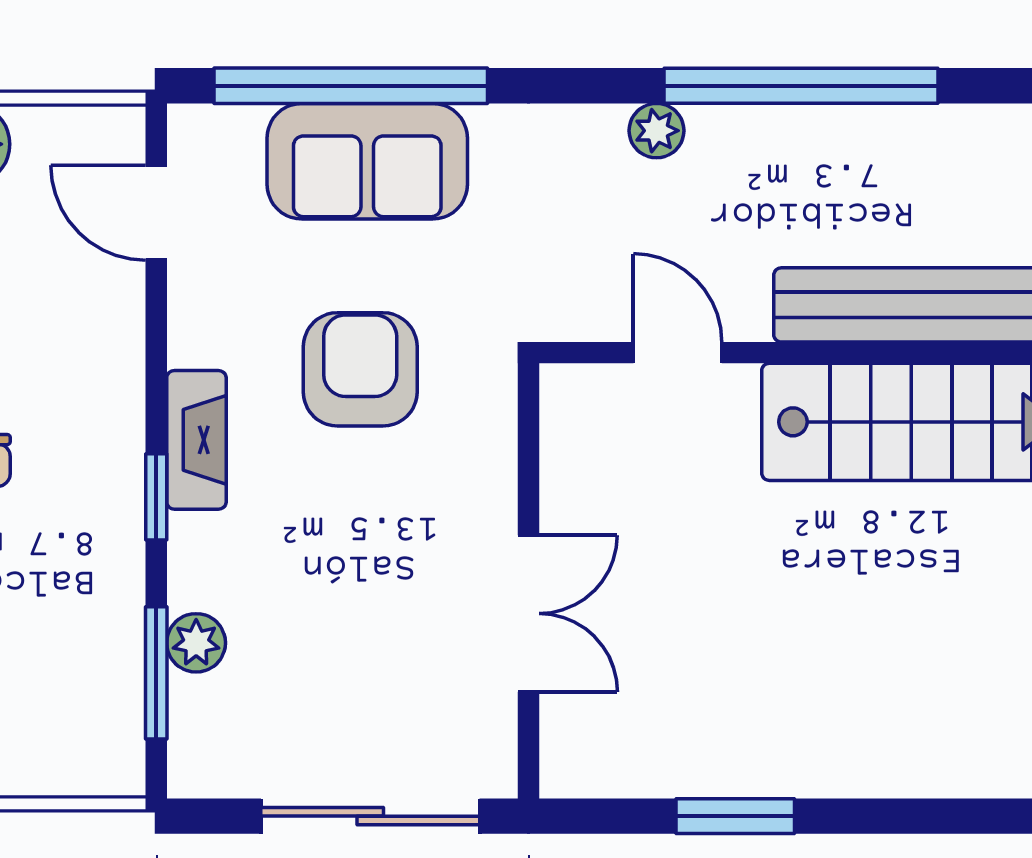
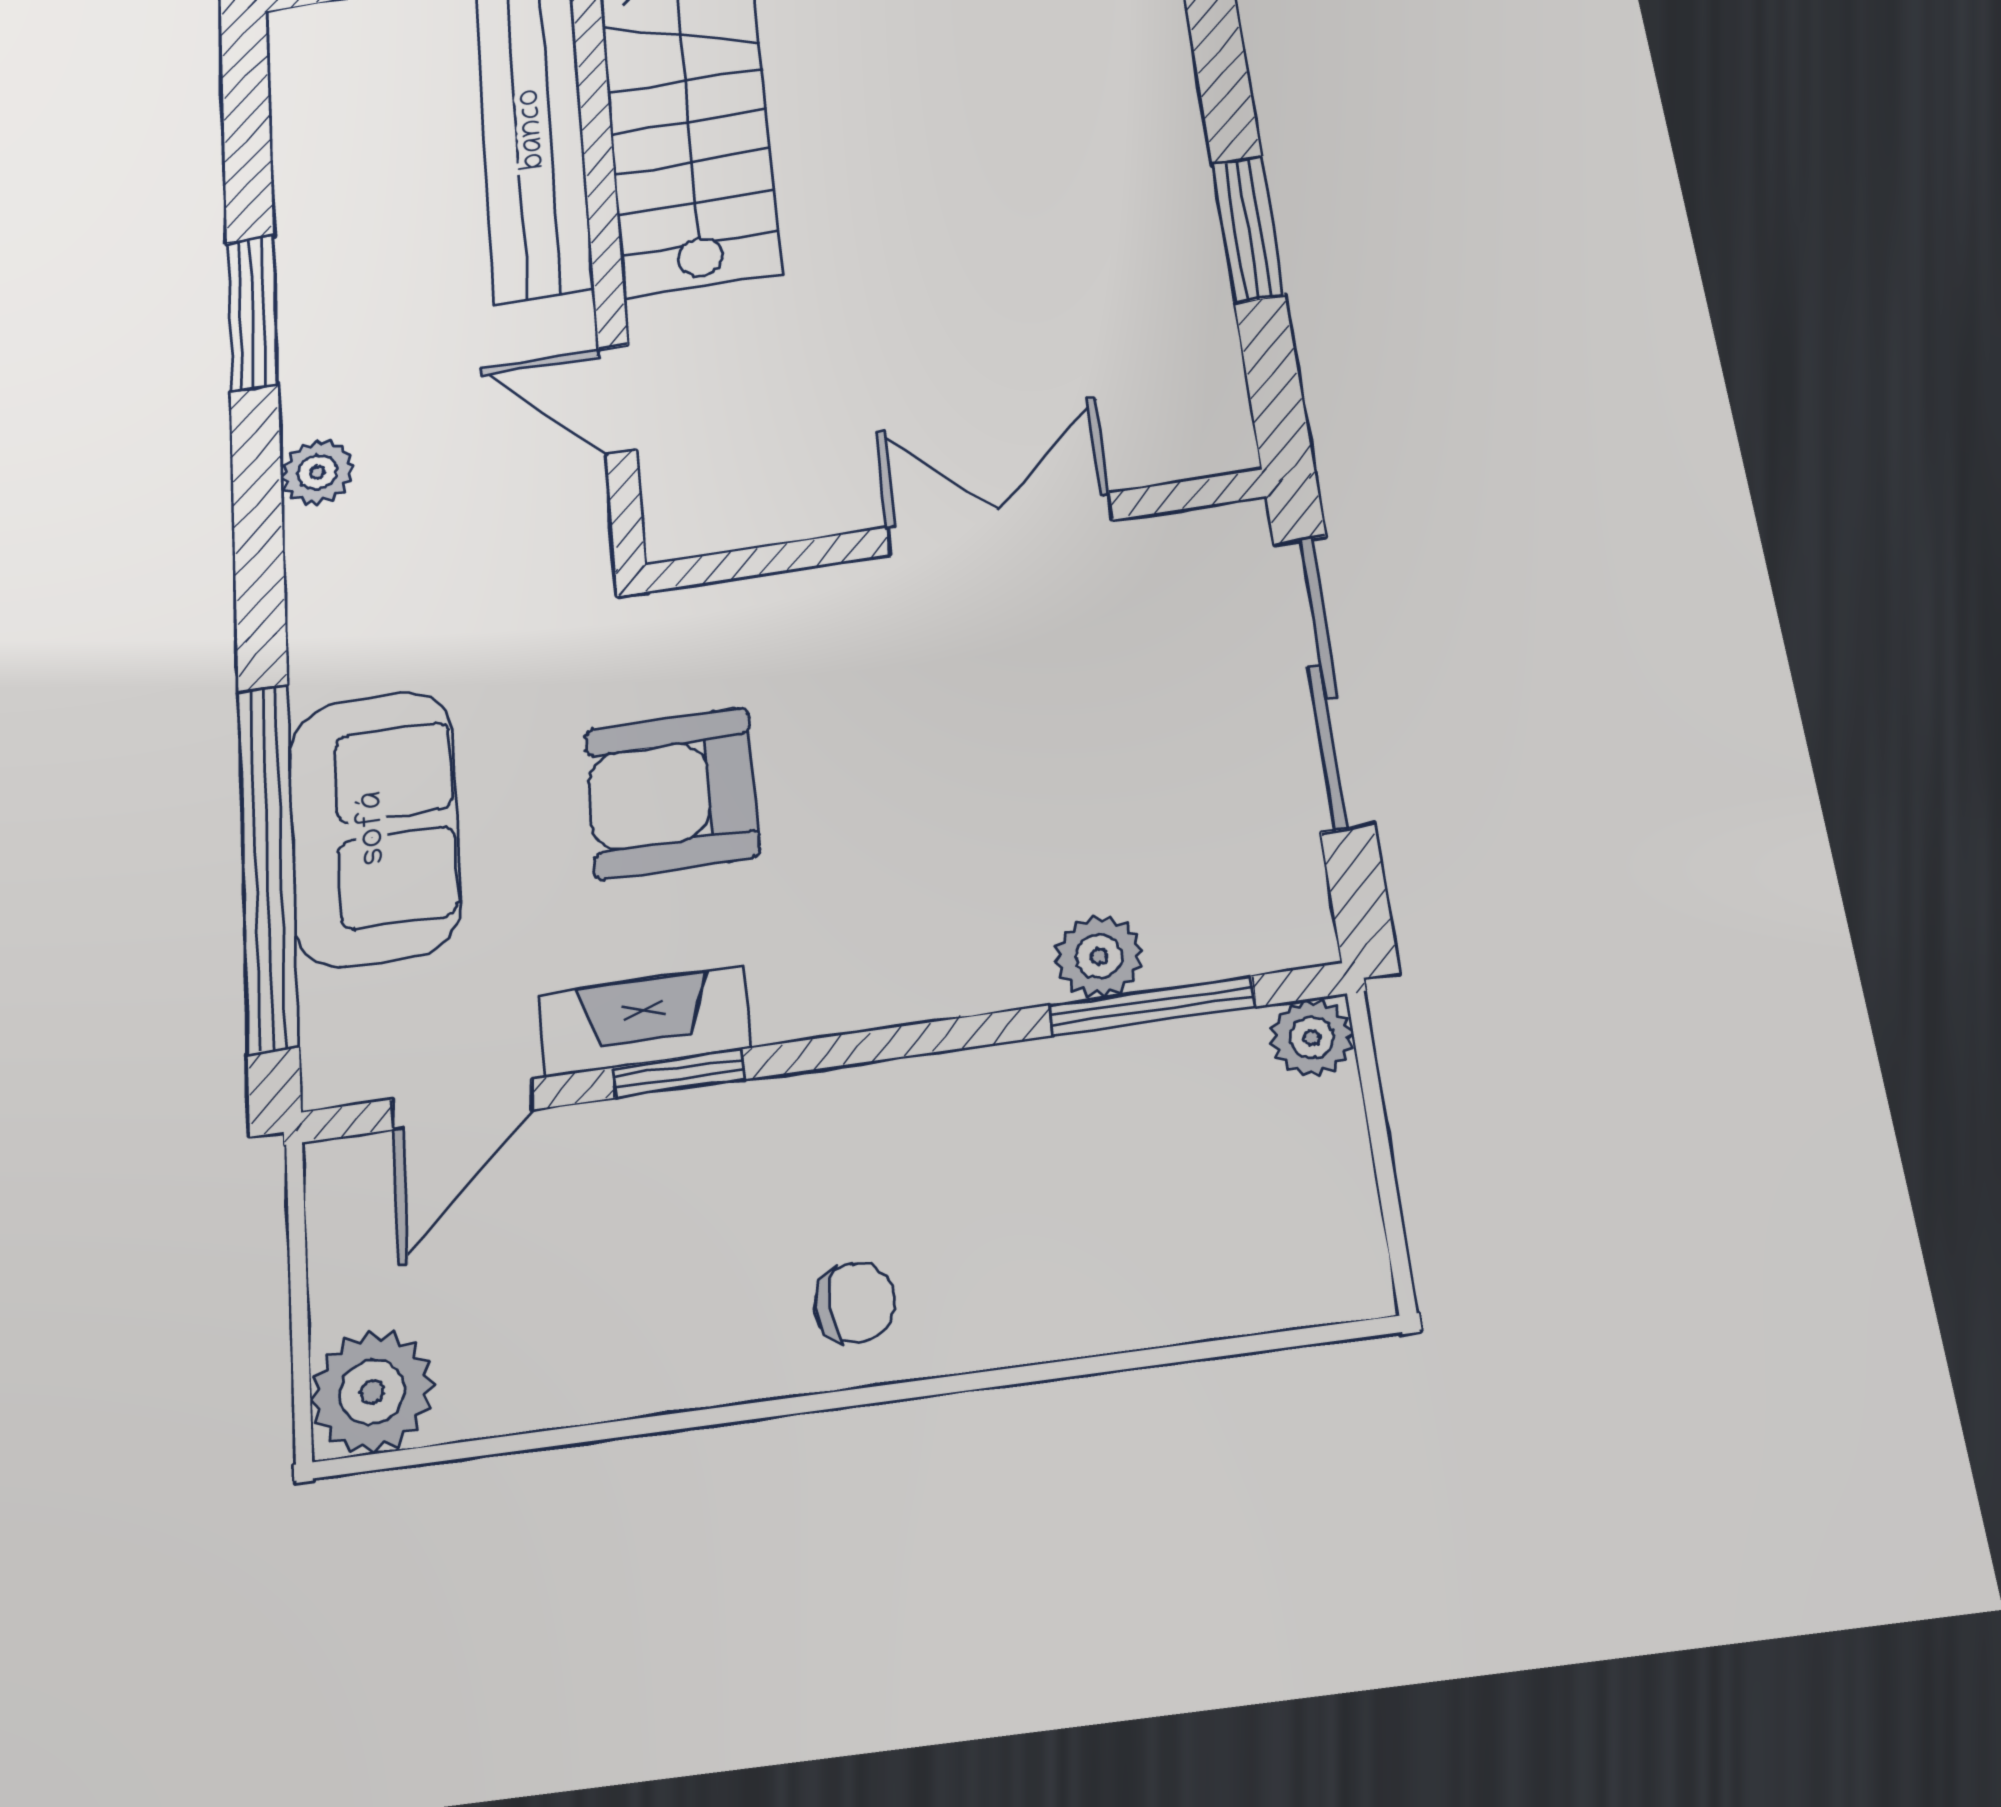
window: (801, 86) -> (252, 313), width x0.47
door: (678, 353) -> (617, 399), hinge flipped
fireplace: (196, 440) -> (644, 1021), moved
window: (156, 497) -> (679, 1073), moved
plant: (119, 772) -> (1312, 1038), added

